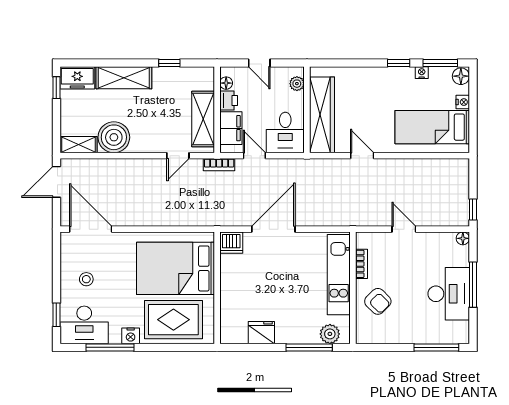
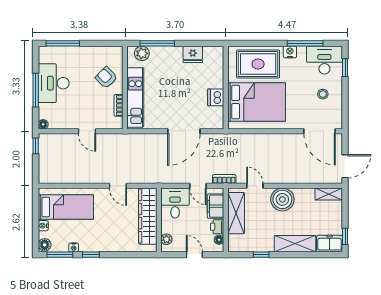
boiler: (114, 137) -> (282, 199), moved
door: (178, 156) -> (255, 186), hinge flipped
dishwasher: (231, 243) -> (216, 97), moved, turned -90

